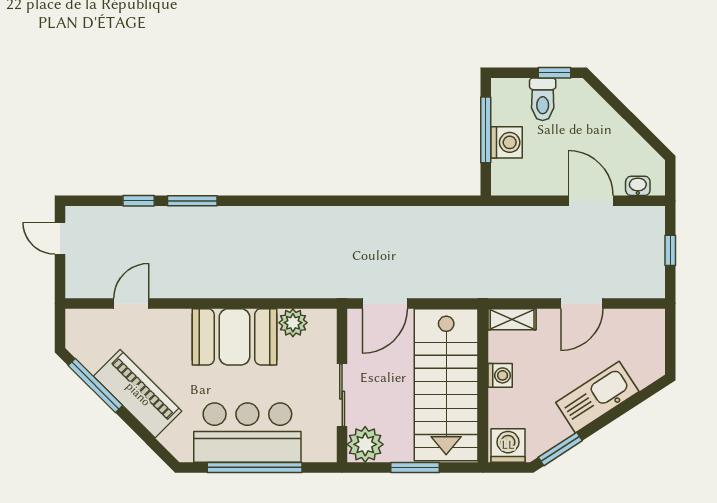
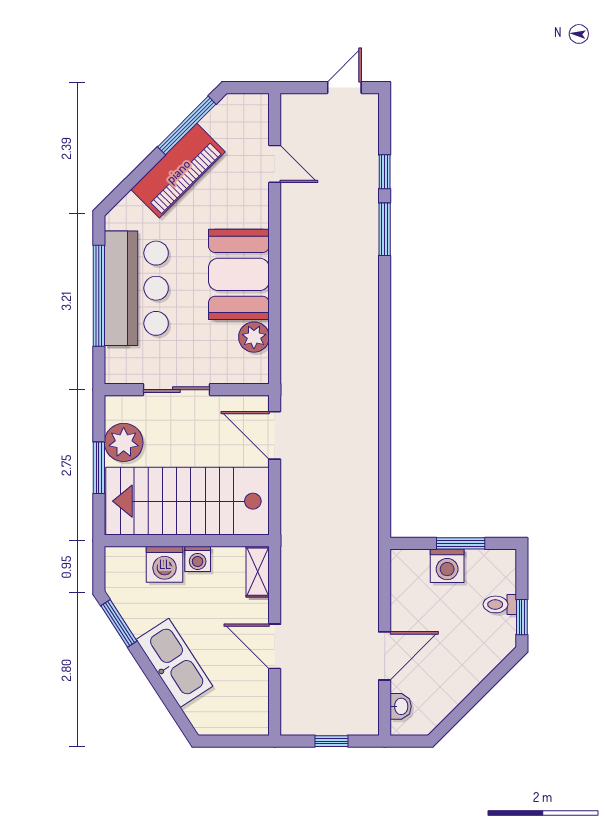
toilet: (543, 99) -> (500, 604), width x0.73, depth x0.72
window: (486, 130) -> (461, 543), width x0.69
plant: (365, 444) -> (124, 442), moved
washing machine: (508, 445) -> (165, 564), moved, turned 90

